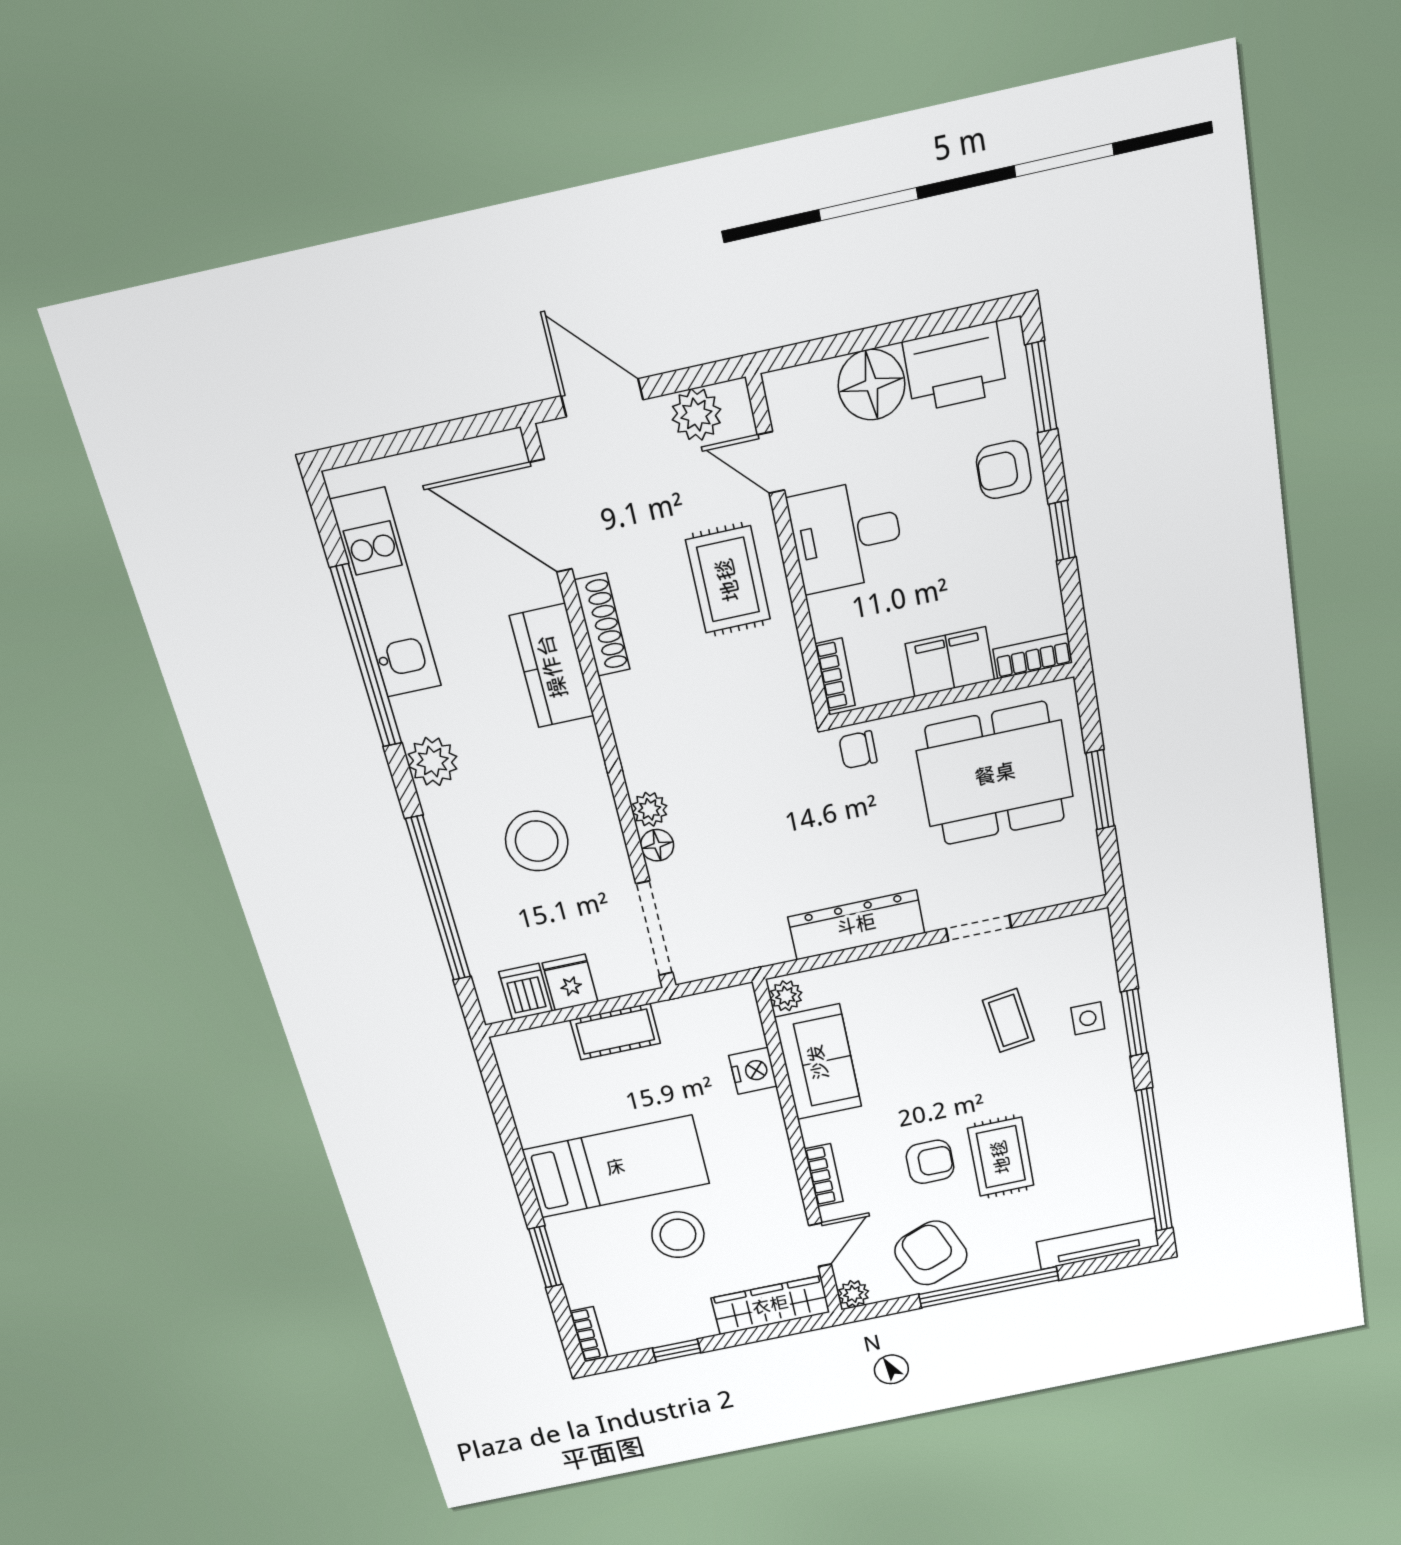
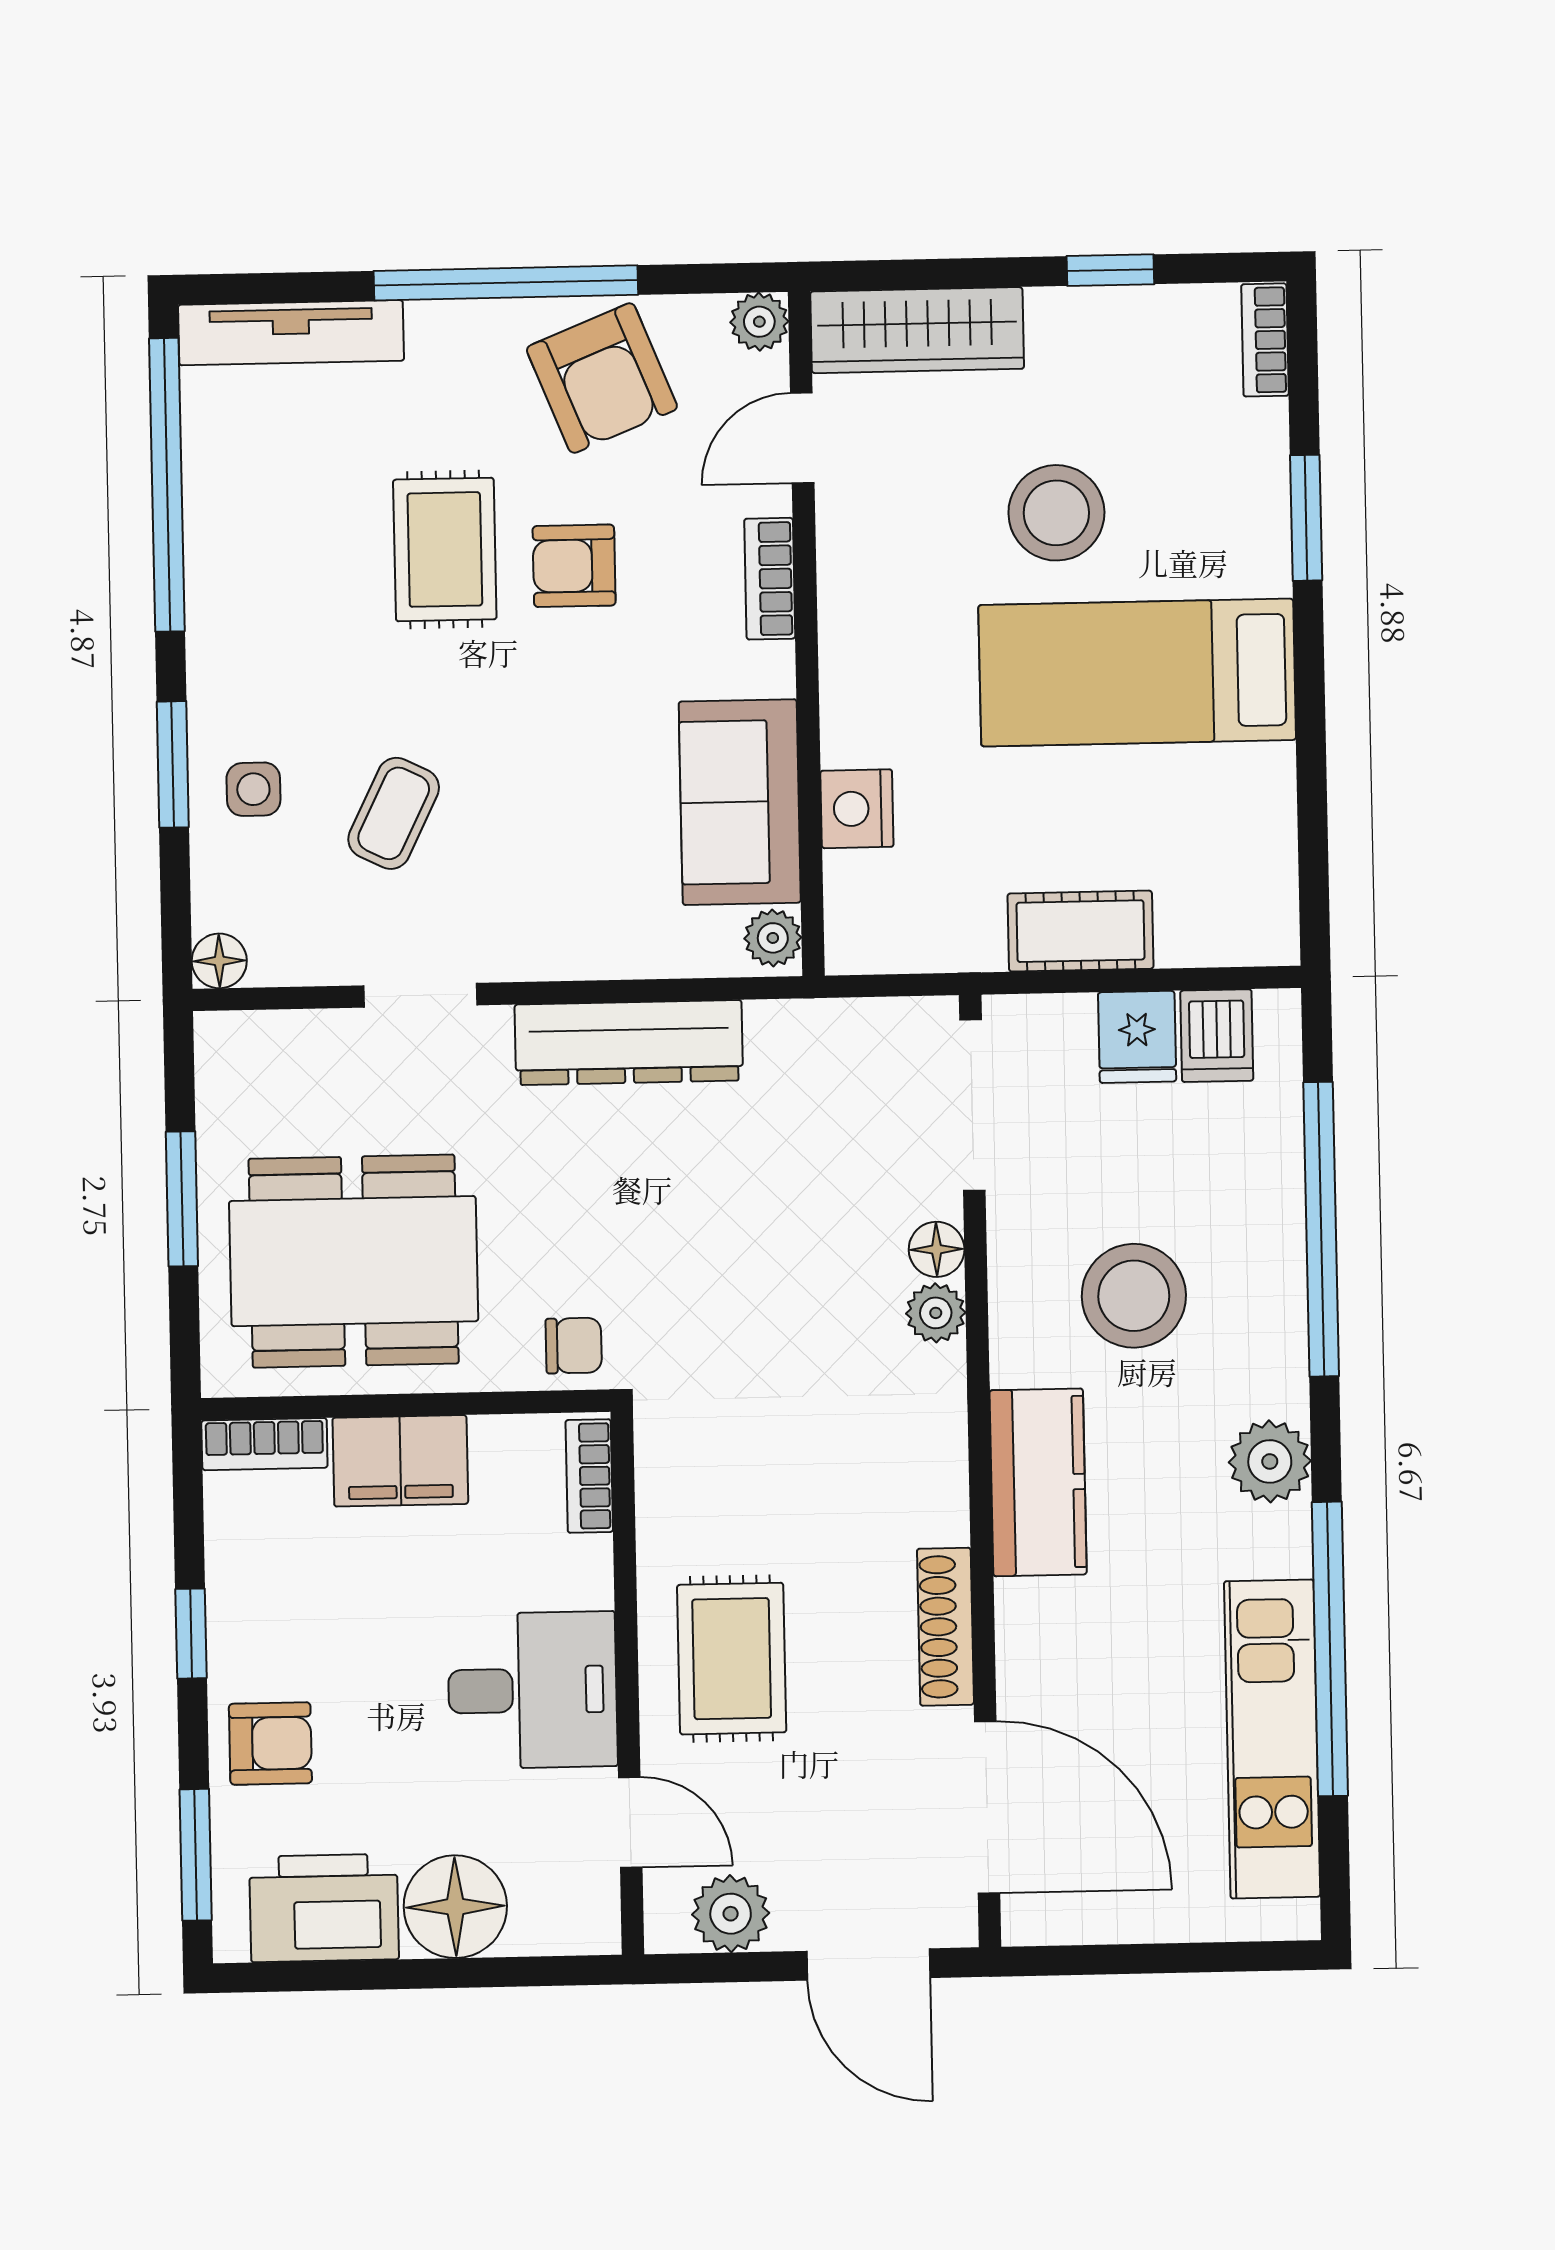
kitchen counter: (552, 666) -> (1038, 1482), moved
floor lamp: (1095, 925) -> (219, 961), added
coffee table: (1008, 1020) -> (394, 813), turned 34

